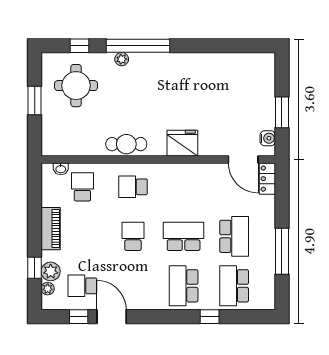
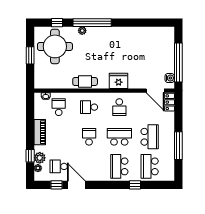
round table: (76, 86) -> (55, 46), width x1.36, depth x1.36
window: (282, 112) -> (178, 63), width x2.11
school desk: (184, 187) -> (119, 107), added

